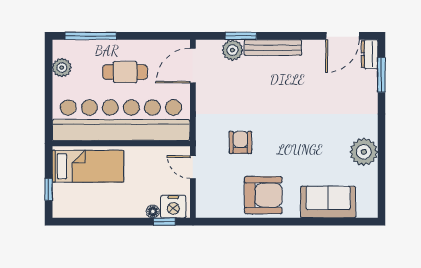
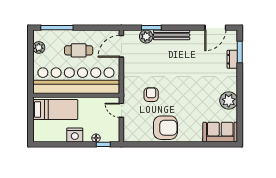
dresser: (370, 54) -> (232, 59), moved
window: (49, 189) -> (31, 124), removed
sofa: (328, 202) -> (220, 132), moved
nightstand: (173, 207) -> (75, 135), moved

